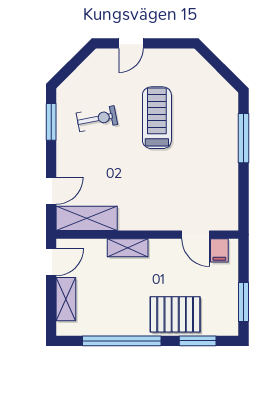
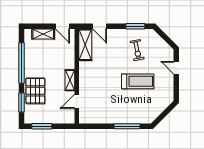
shelving: (128, 248) -> (70, 80), moved
filing cabinet: (219, 250) -> (69, 114), removed

